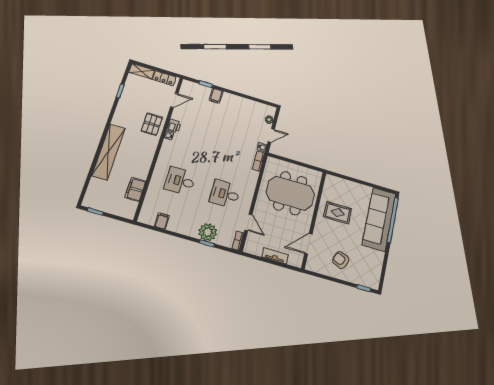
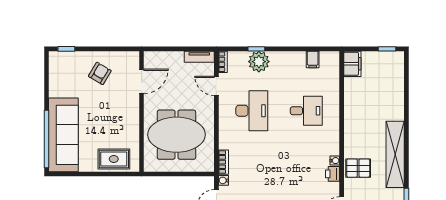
pallet: (152, 124) -> (358, 168), turned 90
shelving: (109, 152) -> (395, 154), moved
filing cabinet: (135, 189) -> (352, 64), moved
desk: (225, 194) -> (252, 111), width x1.37
rug: (338, 213) -> (114, 159), moved
tv unit: (275, 256) -> (199, 57), moved
armchair: (341, 260) -> (100, 73), turned -80

